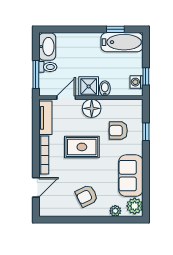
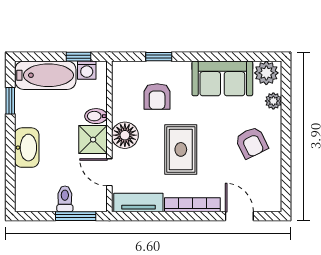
bathtub: (122, 42) -> (45, 75), moved, turned 90
washbasin: (47, 47) -> (27, 148), moved, turned 90

